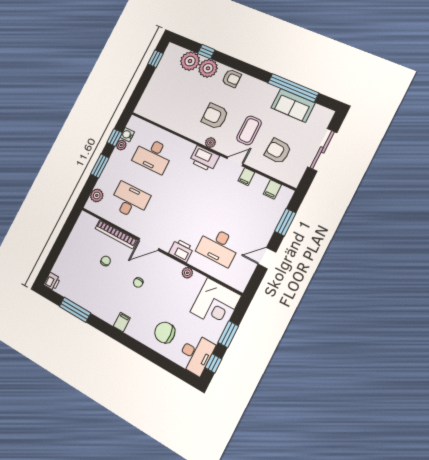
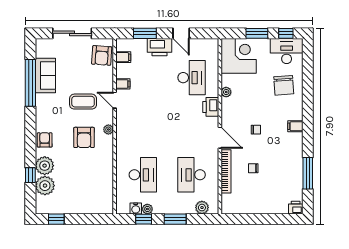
armchair: (278, 151) -> (102, 55), moved
printer: (204, 159) -> (160, 47), moved, turned 90

